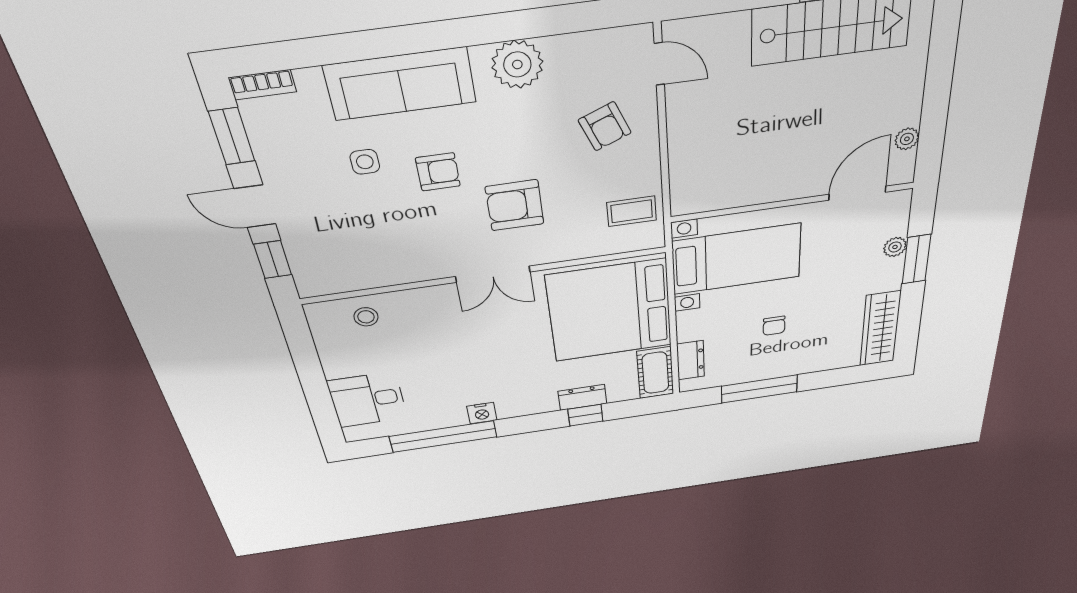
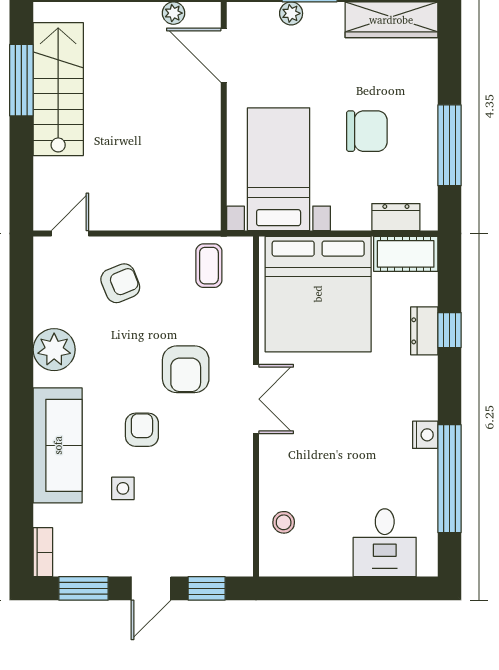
chair: (774, 326) -> (367, 131), width x1.87, depth x1.87

